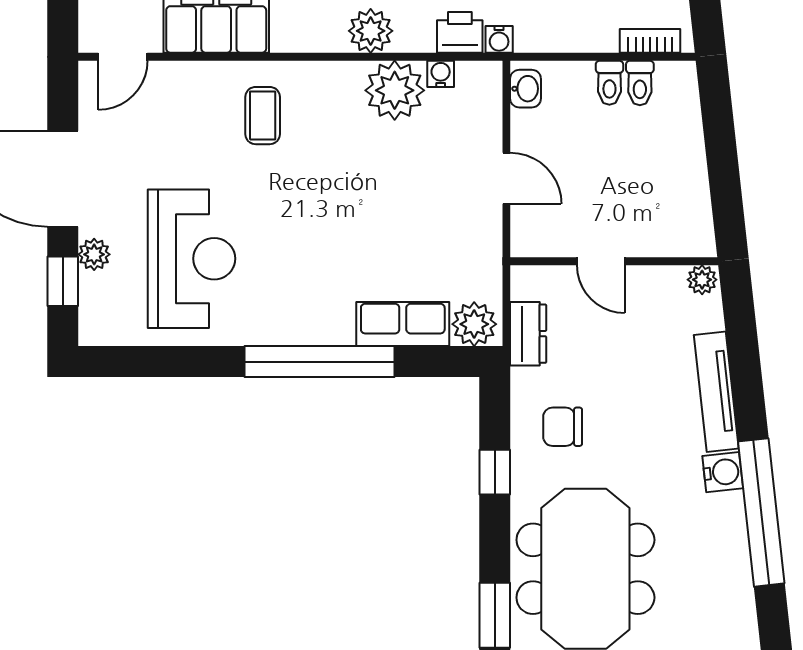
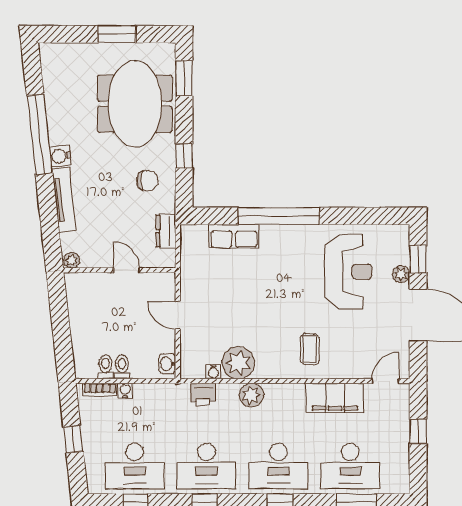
water cooler: (499, 39) -> (125, 390), moved
reception desk: (192, 259) -> (348, 272), turned 180
plant: (474, 324) -> (195, 236), removed

